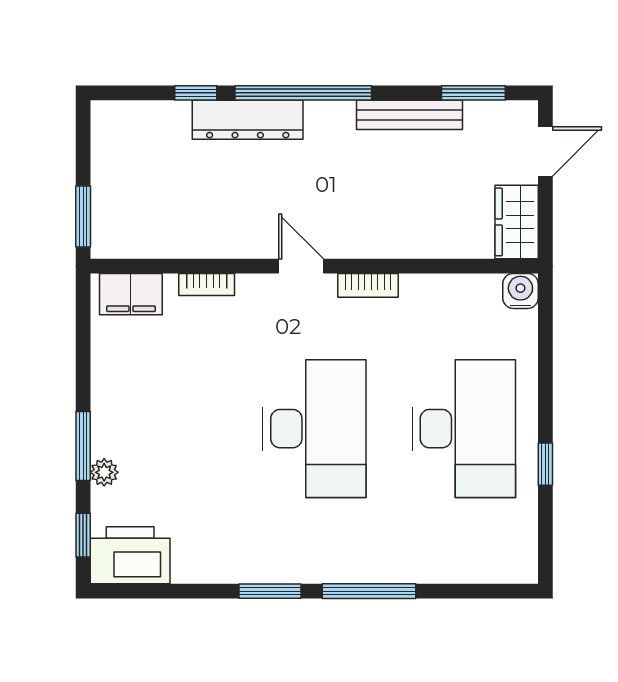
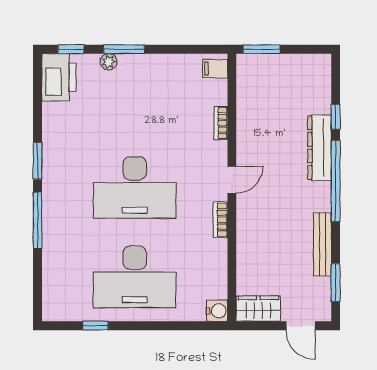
filing cabinet: (131, 294) -> (215, 69), width x0.50
window: (545, 464) -> (95, 326), moved

